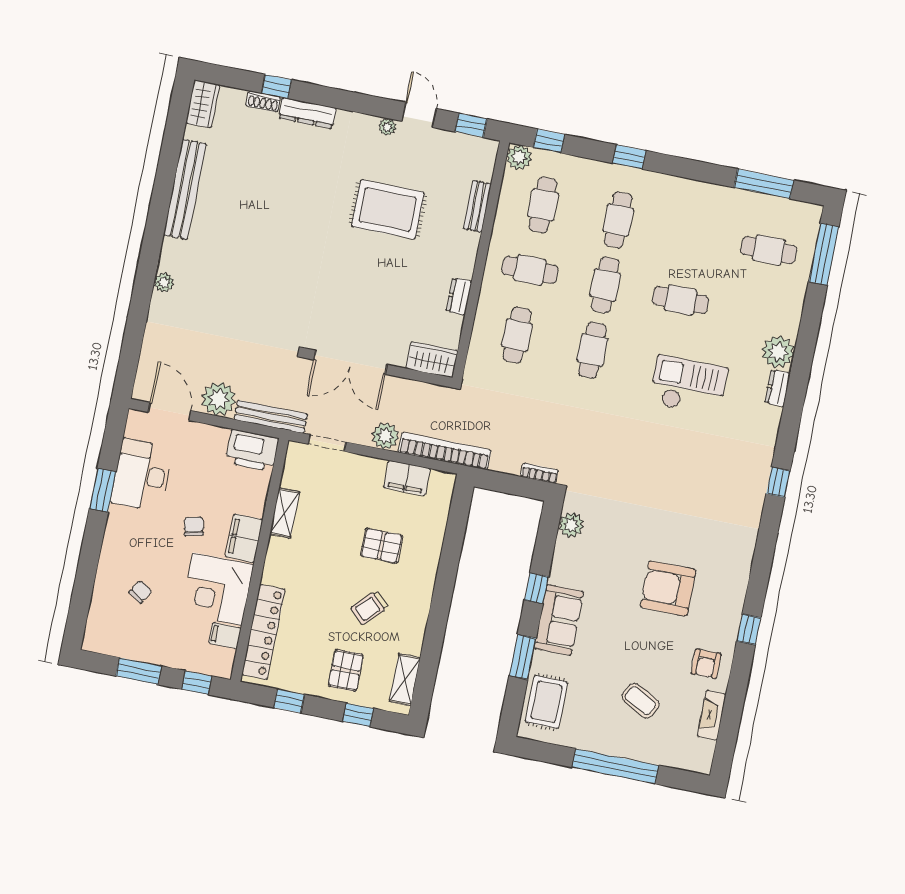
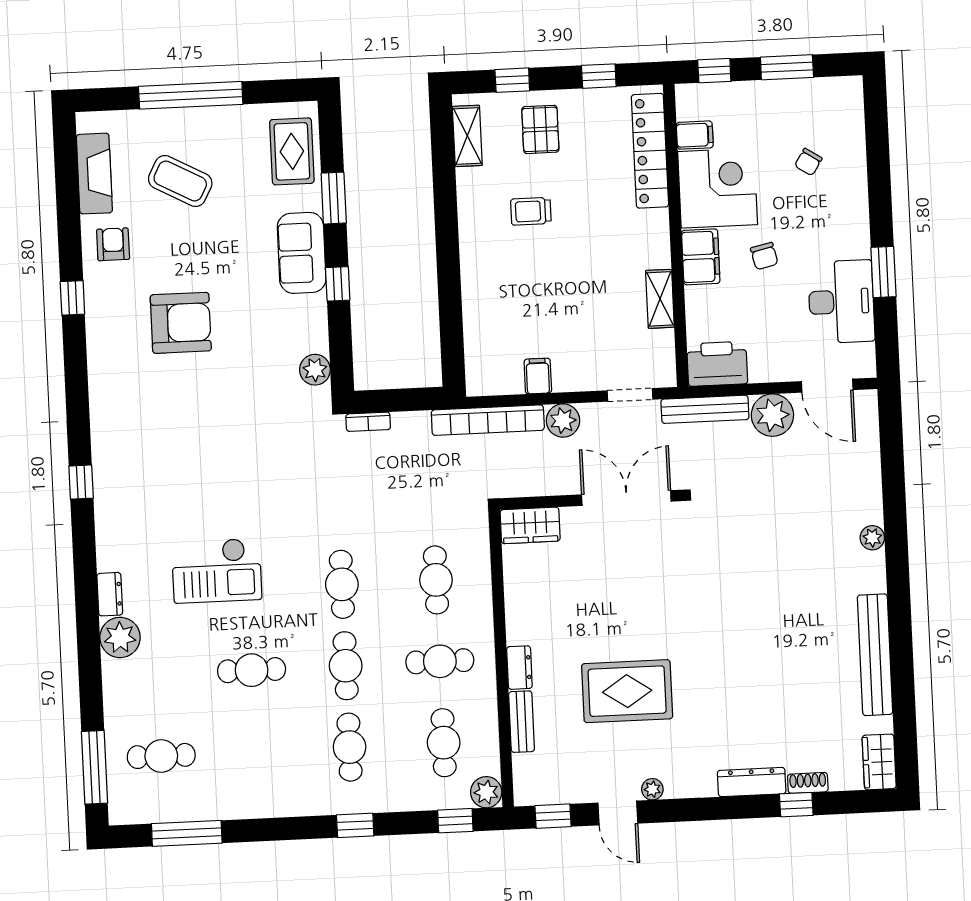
dresser: (459, 296) -> (519, 668), moved
filing cabinet: (407, 478) -> (538, 376), width x0.50
pallet: (382, 546) -> (535, 289), removed
trolley: (369, 608) -> (531, 211), turned -135
coffee table: (640, 701) -> (180, 181), width x1.36, depth x1.30
fireplace: (712, 715) -> (94, 174), width x1.37, depth x1.32

